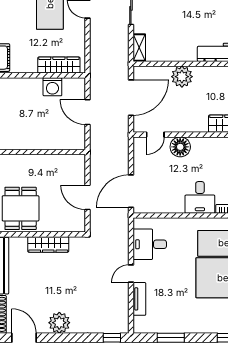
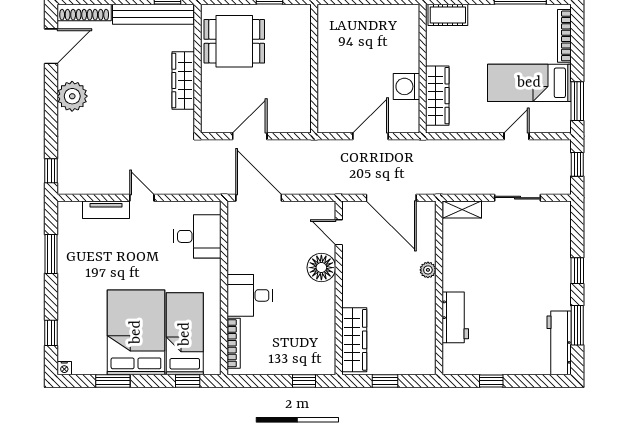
plant: (182, 77) -> (428, 270), width x0.53, depth x0.53
desk: (150, 244) -> (197, 236), moved, turned 90

